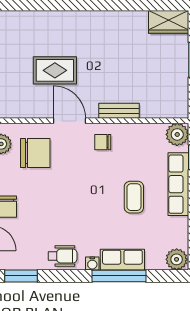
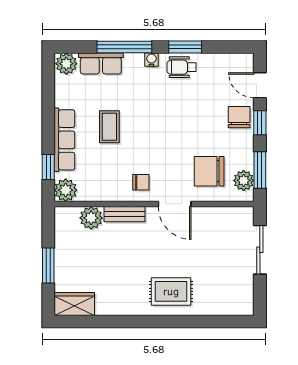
rug: (55, 70) -> (171, 291), moved
plant: (152, 107) -> (91, 218), added
row of seats: (122, 260) -> (101, 63), moved
window: (21, 276) -> (185, 47), moved

